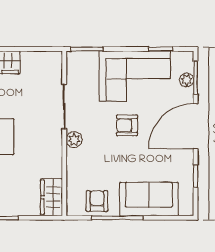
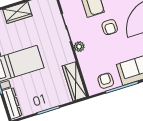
armchair: (127, 125) -> (110, 27), turned -90
wardrobe: (51, 197) -> (74, 81), width x1.50

